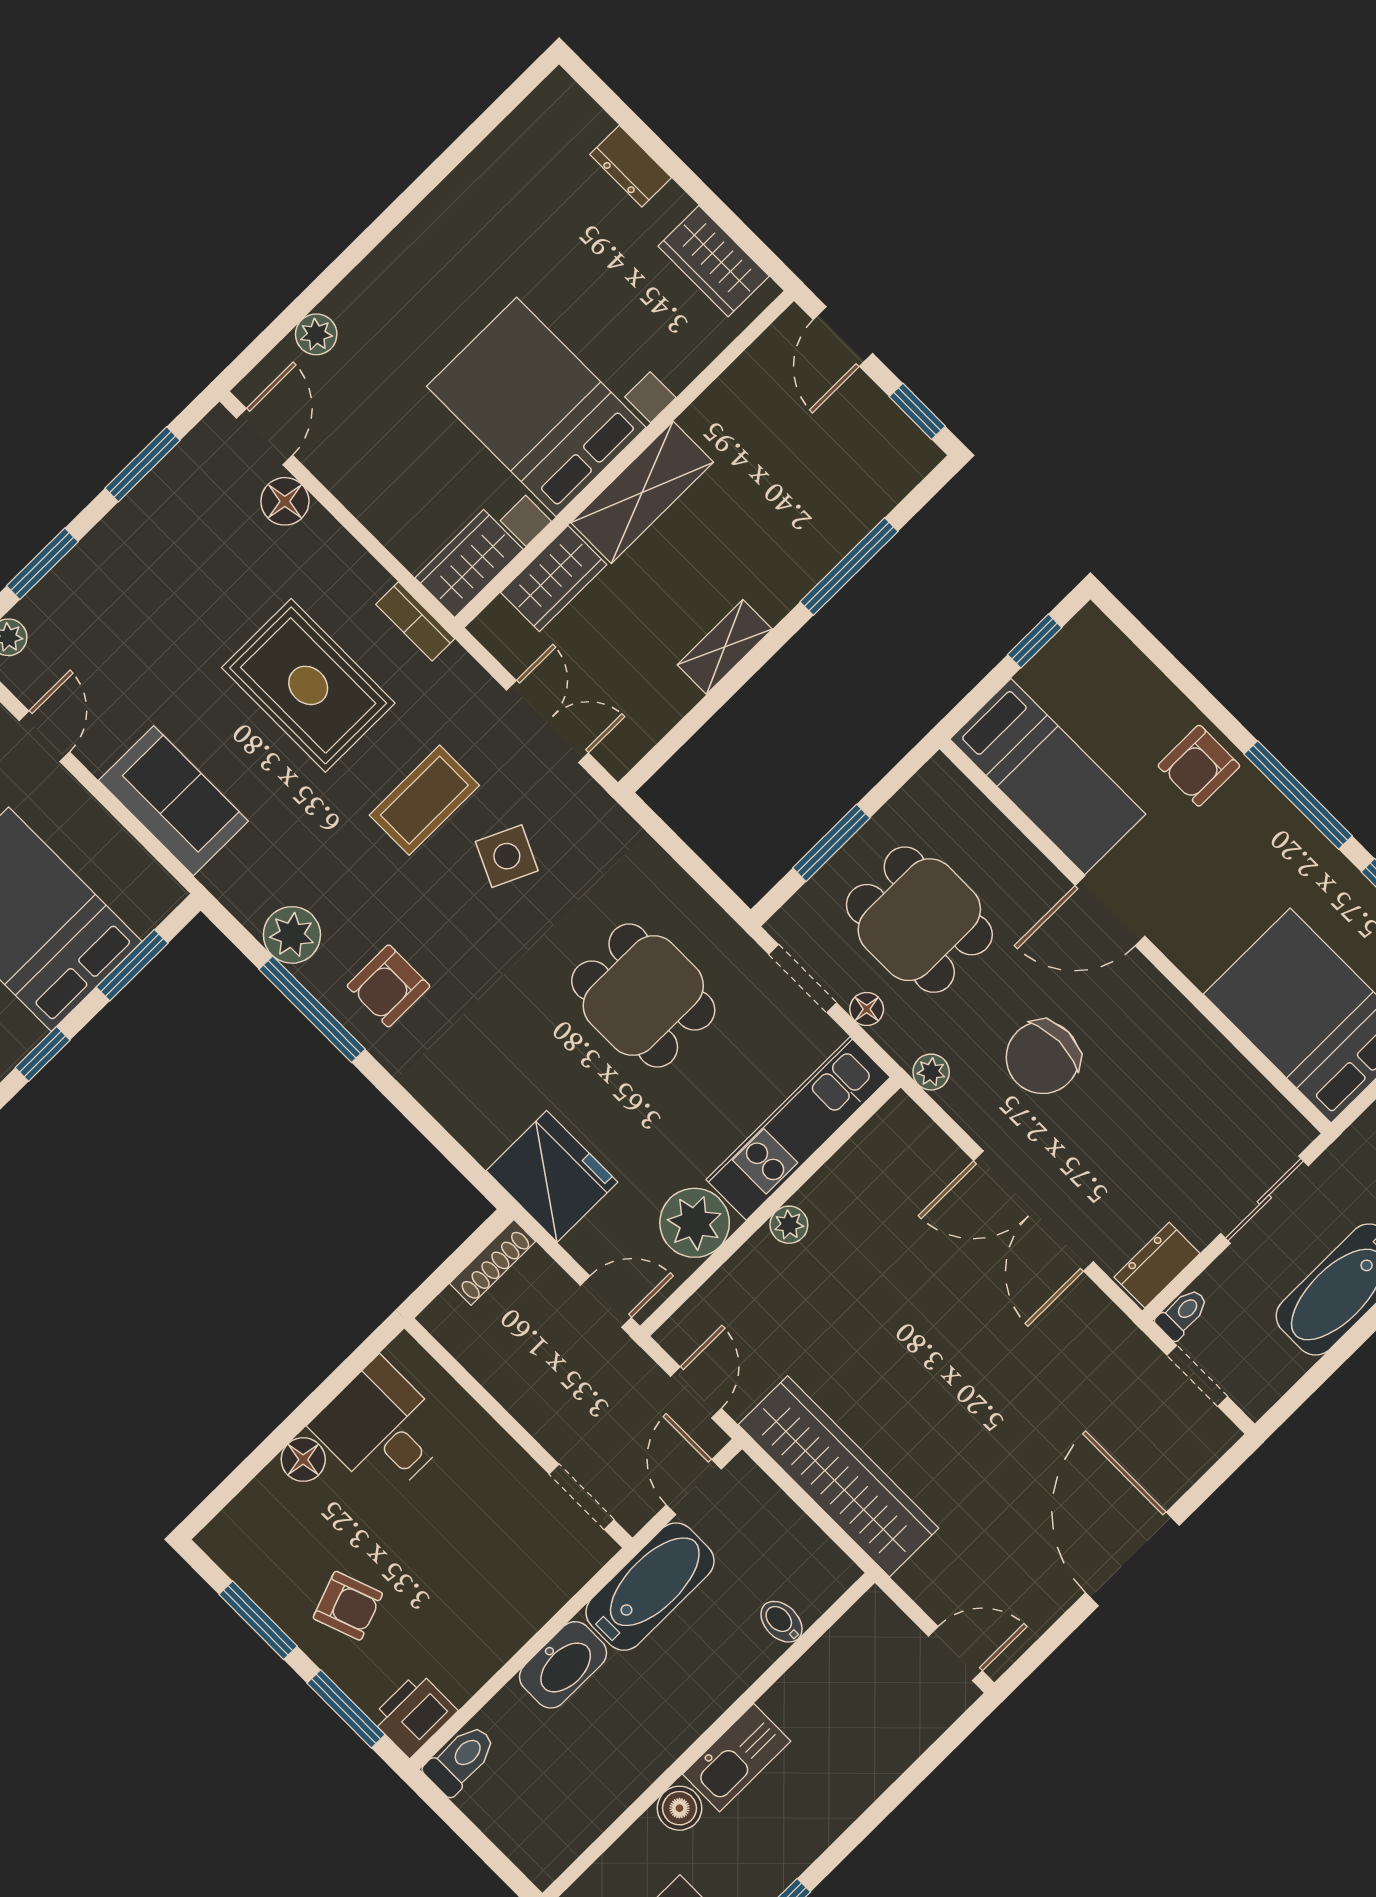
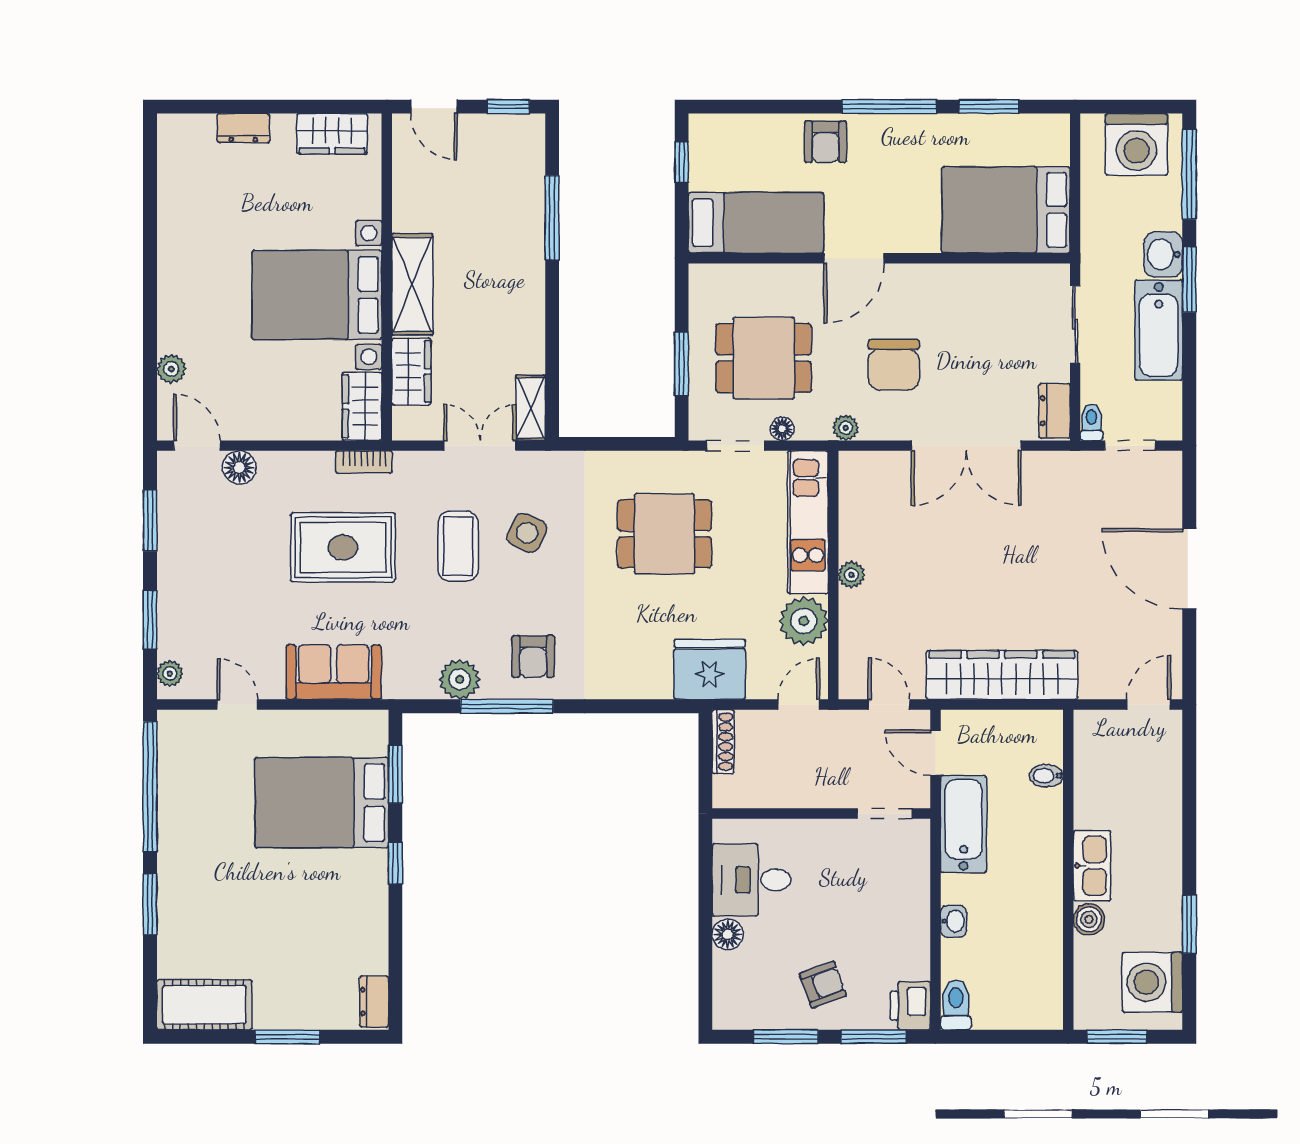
shelving: (725, 647) -> (531, 408), moved
washbasin: (563, 1665) -> (954, 921), width x0.52, depth x0.69

